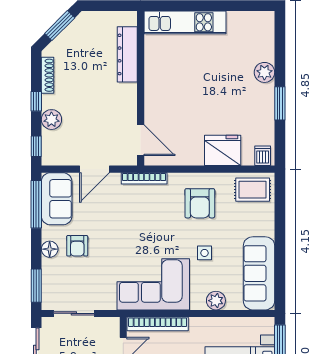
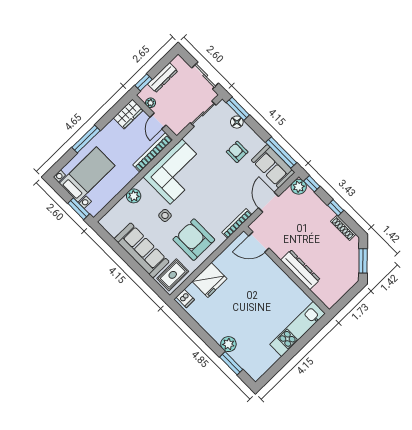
dresser: (127, 54) -> (300, 270), moved
window: (280, 103) -> (231, 363), moved
plant: (51, 120) -> (299, 187), moved
armchair: (200, 203) -> (194, 240), width x1.36, depth x1.36
floor lamp: (50, 249) -> (237, 122), moved
sofa: (259, 273) -> (142, 250), moved

